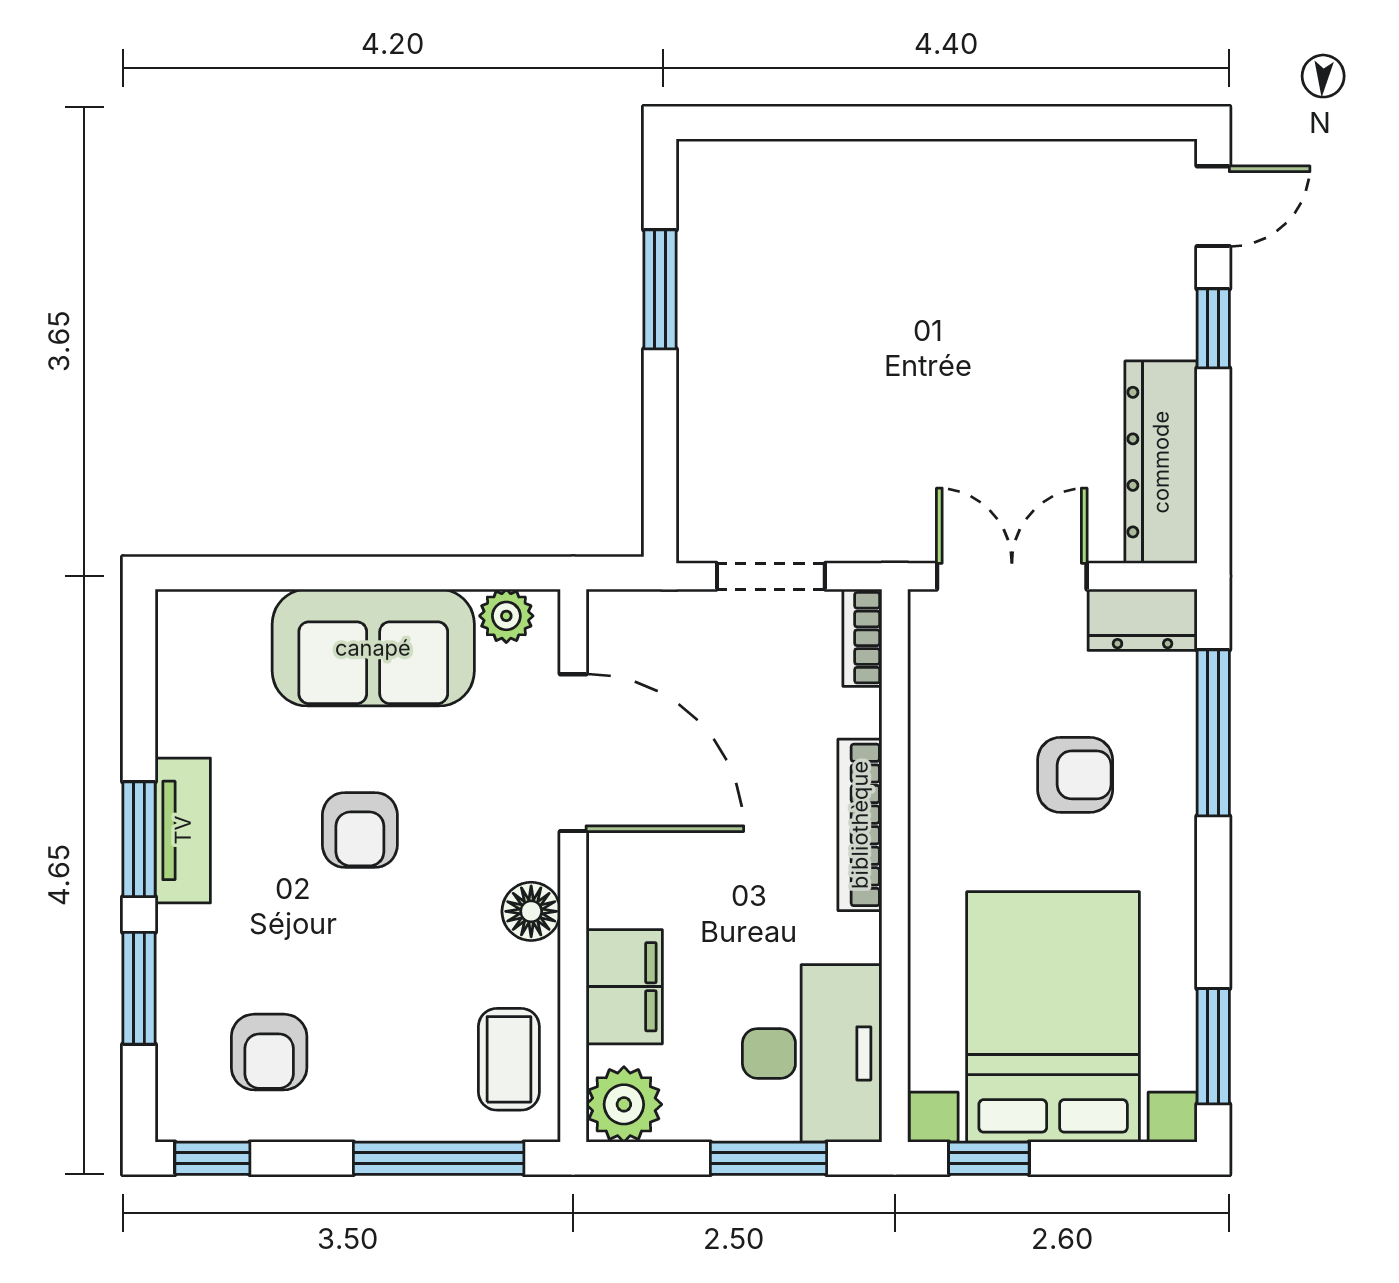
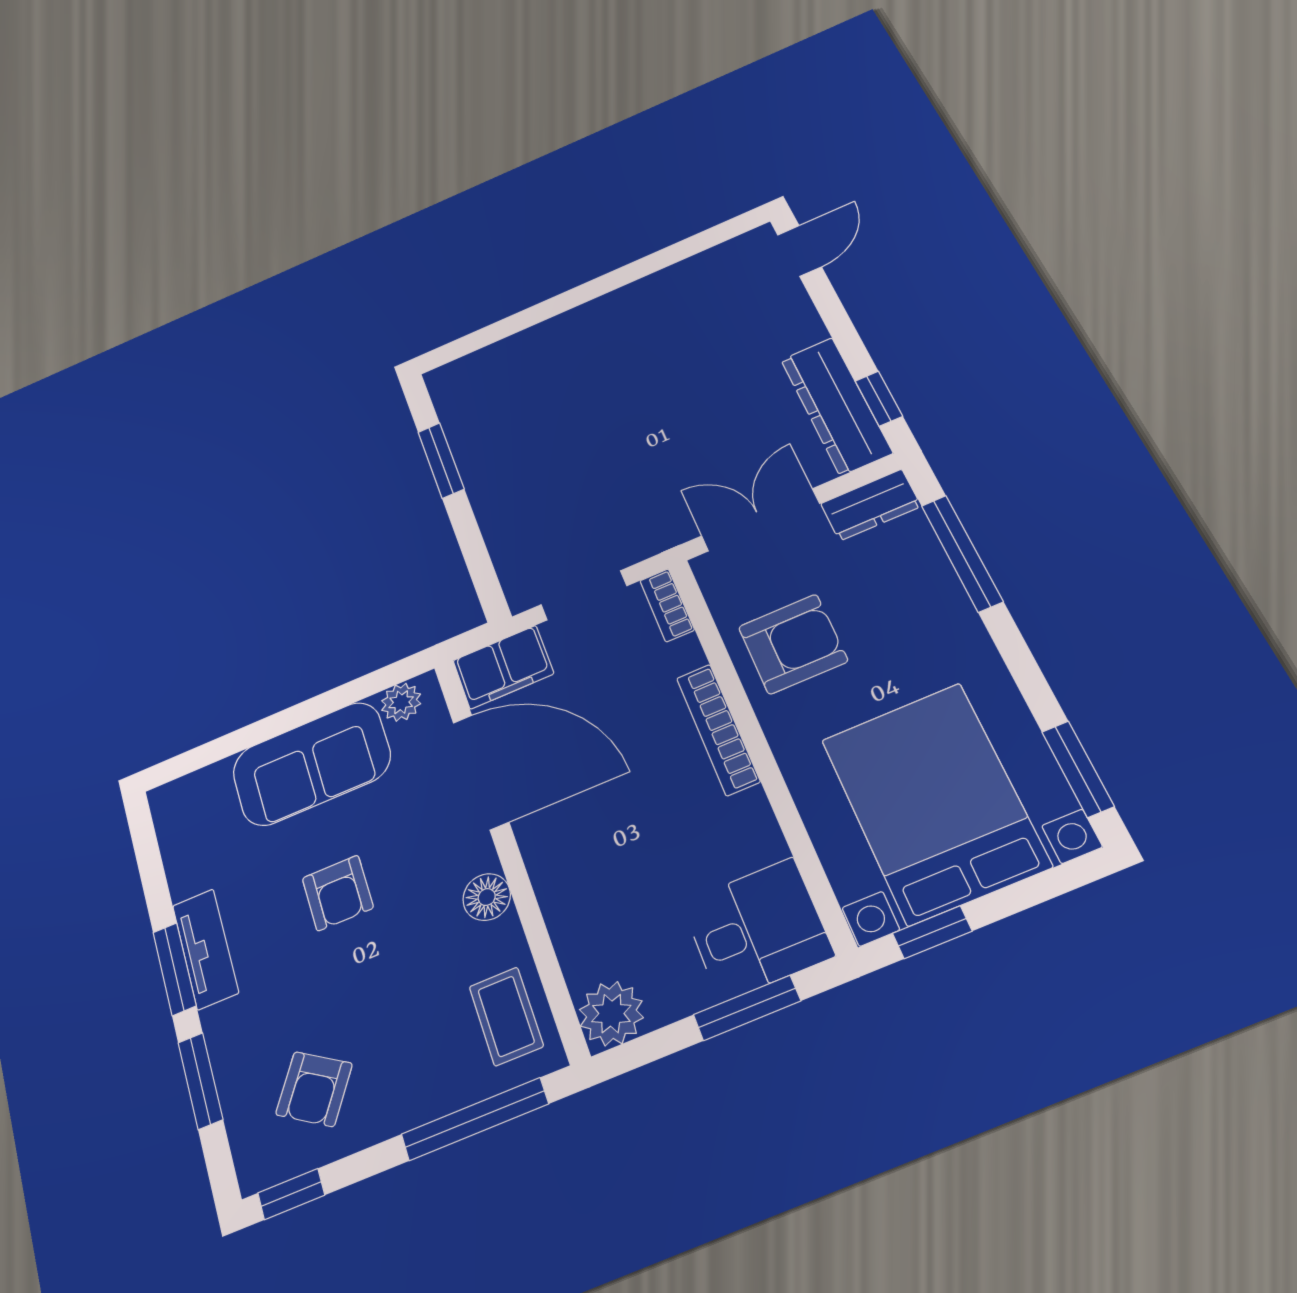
window: (1213, 328) -> (879, 399), moved
armchair: (1075, 775) -> (793, 644), moved, width x1.38, depth x1.38
filing cabinet: (624, 987) -> (503, 667), moved, turned 90
armchair: (269, 1052) -> (314, 1089), turned 33
desk: (812, 1053) -> (757, 929), width x0.73

